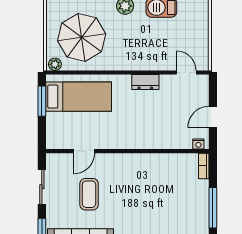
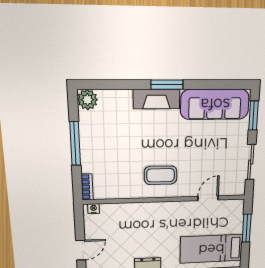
window: (42, 101) -> (247, 228), moved
door: (213, 117) -> (81, 250), moved
coffee table: (89, 194) -> (161, 175), moved, turned 90

